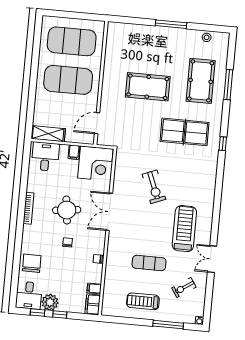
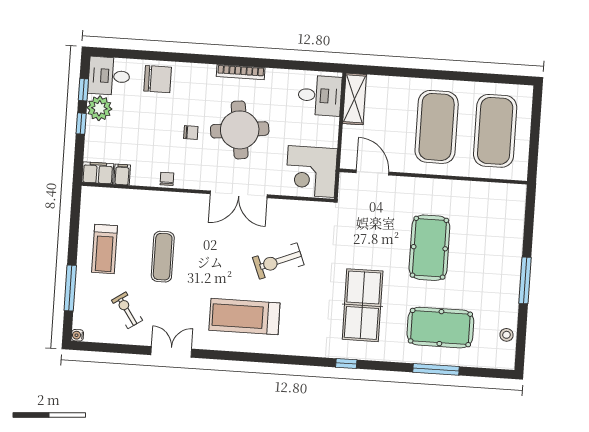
filing cabinet: (74, 152) -> (328, 139), removed
round table: (67, 210) -> (240, 130), width x1.36, depth x1.36
double door: (109, 212) -> (239, 194), swing flipped
treadmill: (184, 229) -> (244, 317), moved, turned 180
treadmill: (143, 301) -> (104, 249), turned 180

